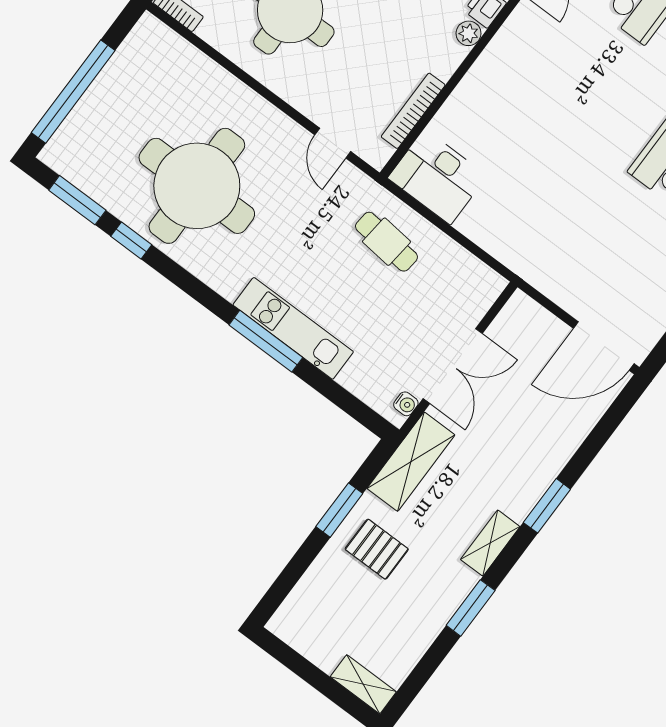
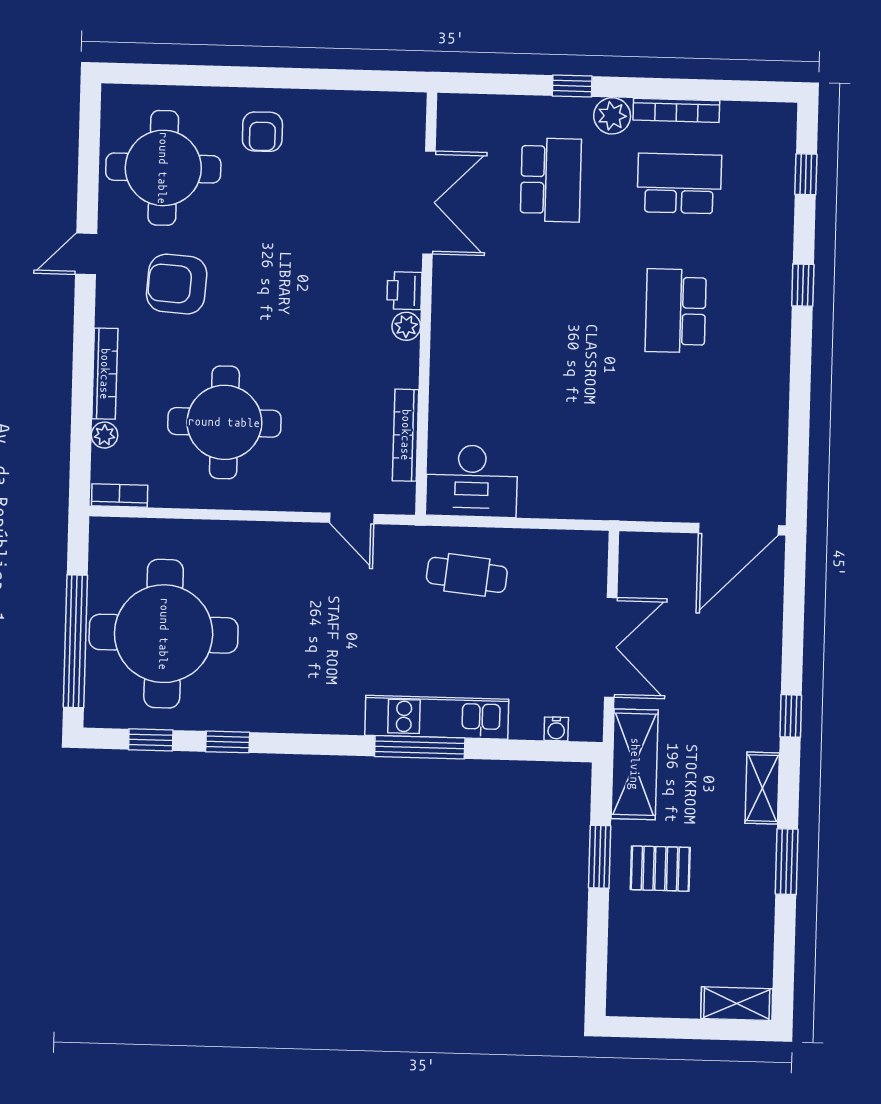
round table: (197, 186) -> (164, 634), moved
window: (77, 200) -> (151, 740), width x0.67
water cooler: (406, 404) -> (556, 729), moved, turned 90
window: (547, 506) -> (791, 716), width x0.67

